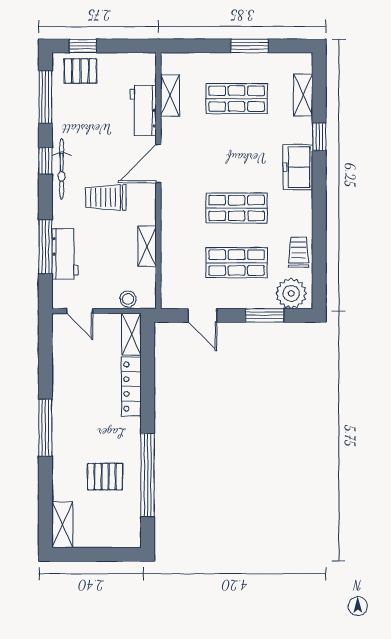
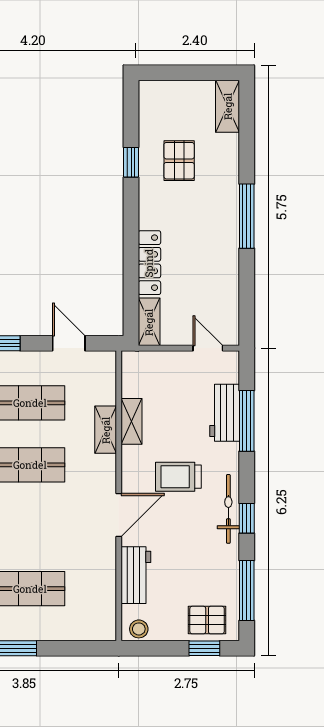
shelving: (170, 95) -> (106, 430), moved
trolley: (106, 197) -> (178, 477), turned 180
stool: (128, 299) -> (139, 629), moved
window: (148, 475) -> (131, 162), width x0.32
pallet: (105, 477) -> (179, 161), turned 90

